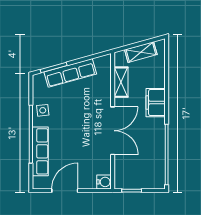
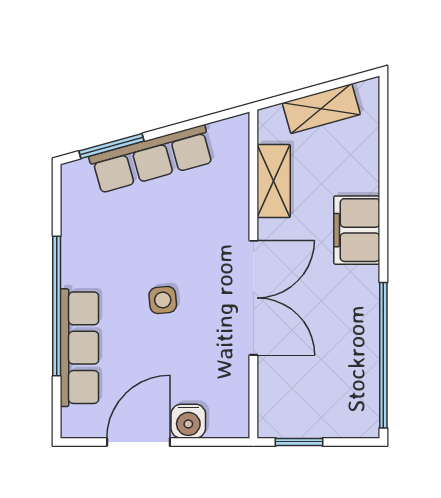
side table: (43, 110) -> (163, 300), moved
water cooler: (104, 182) -> (188, 421), moved, turned 90

